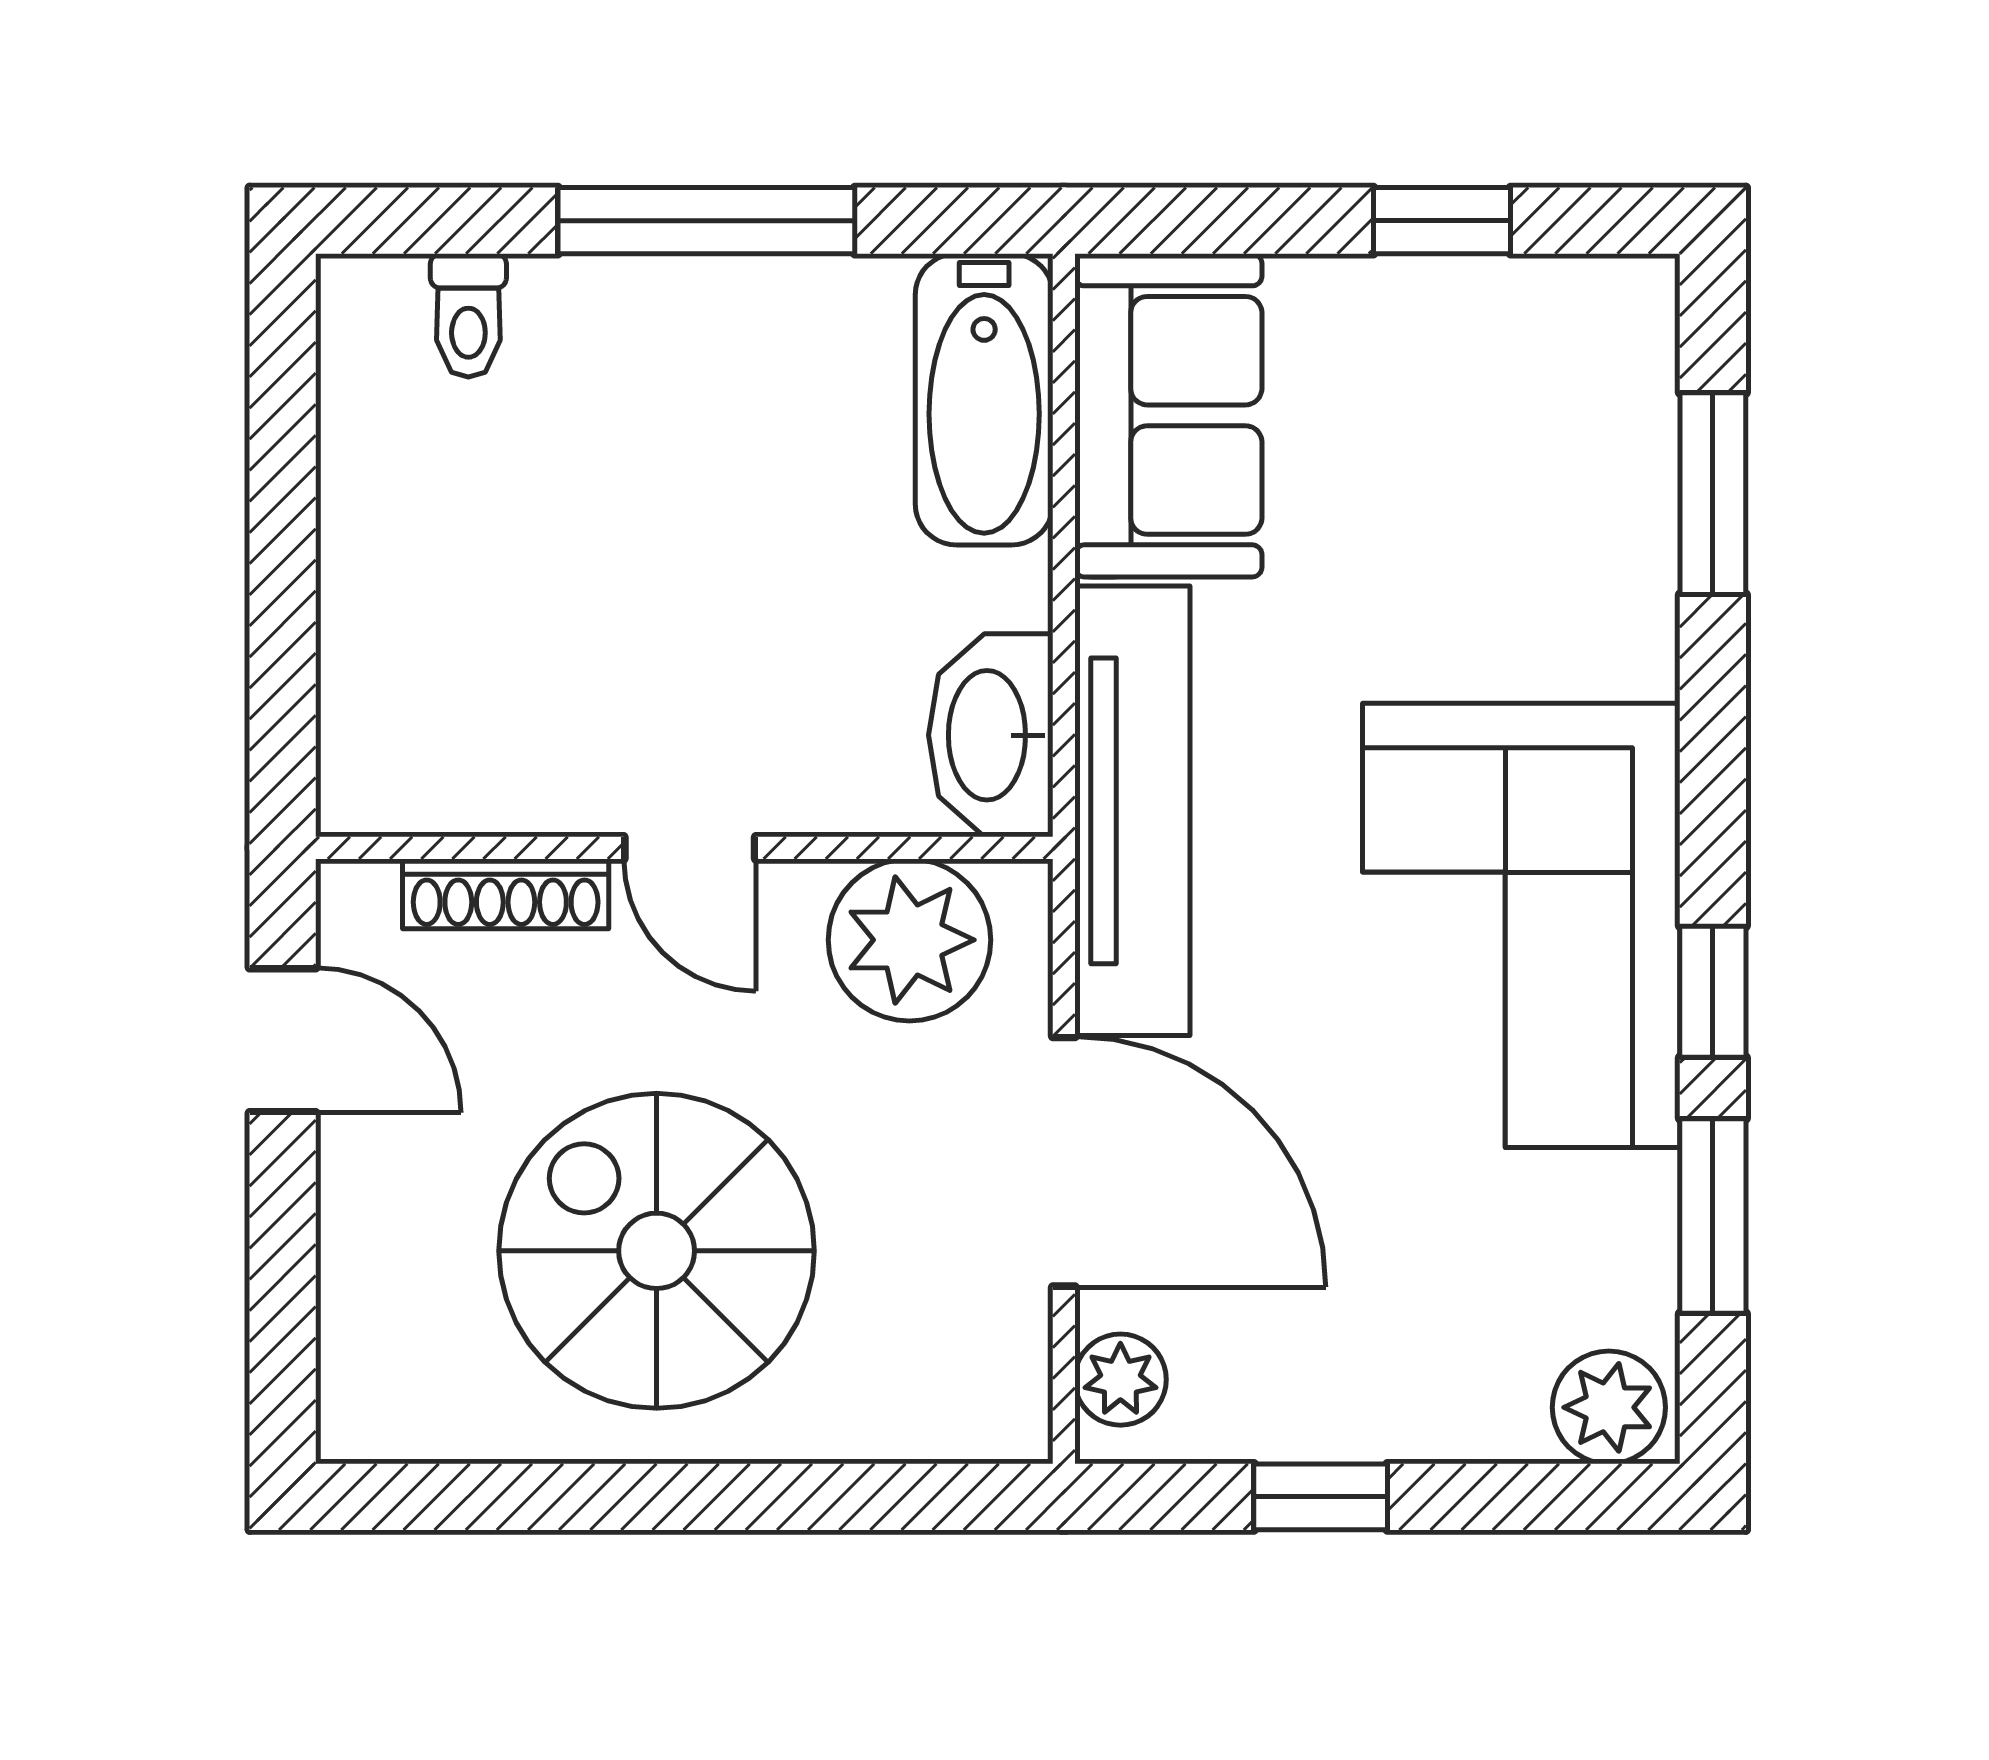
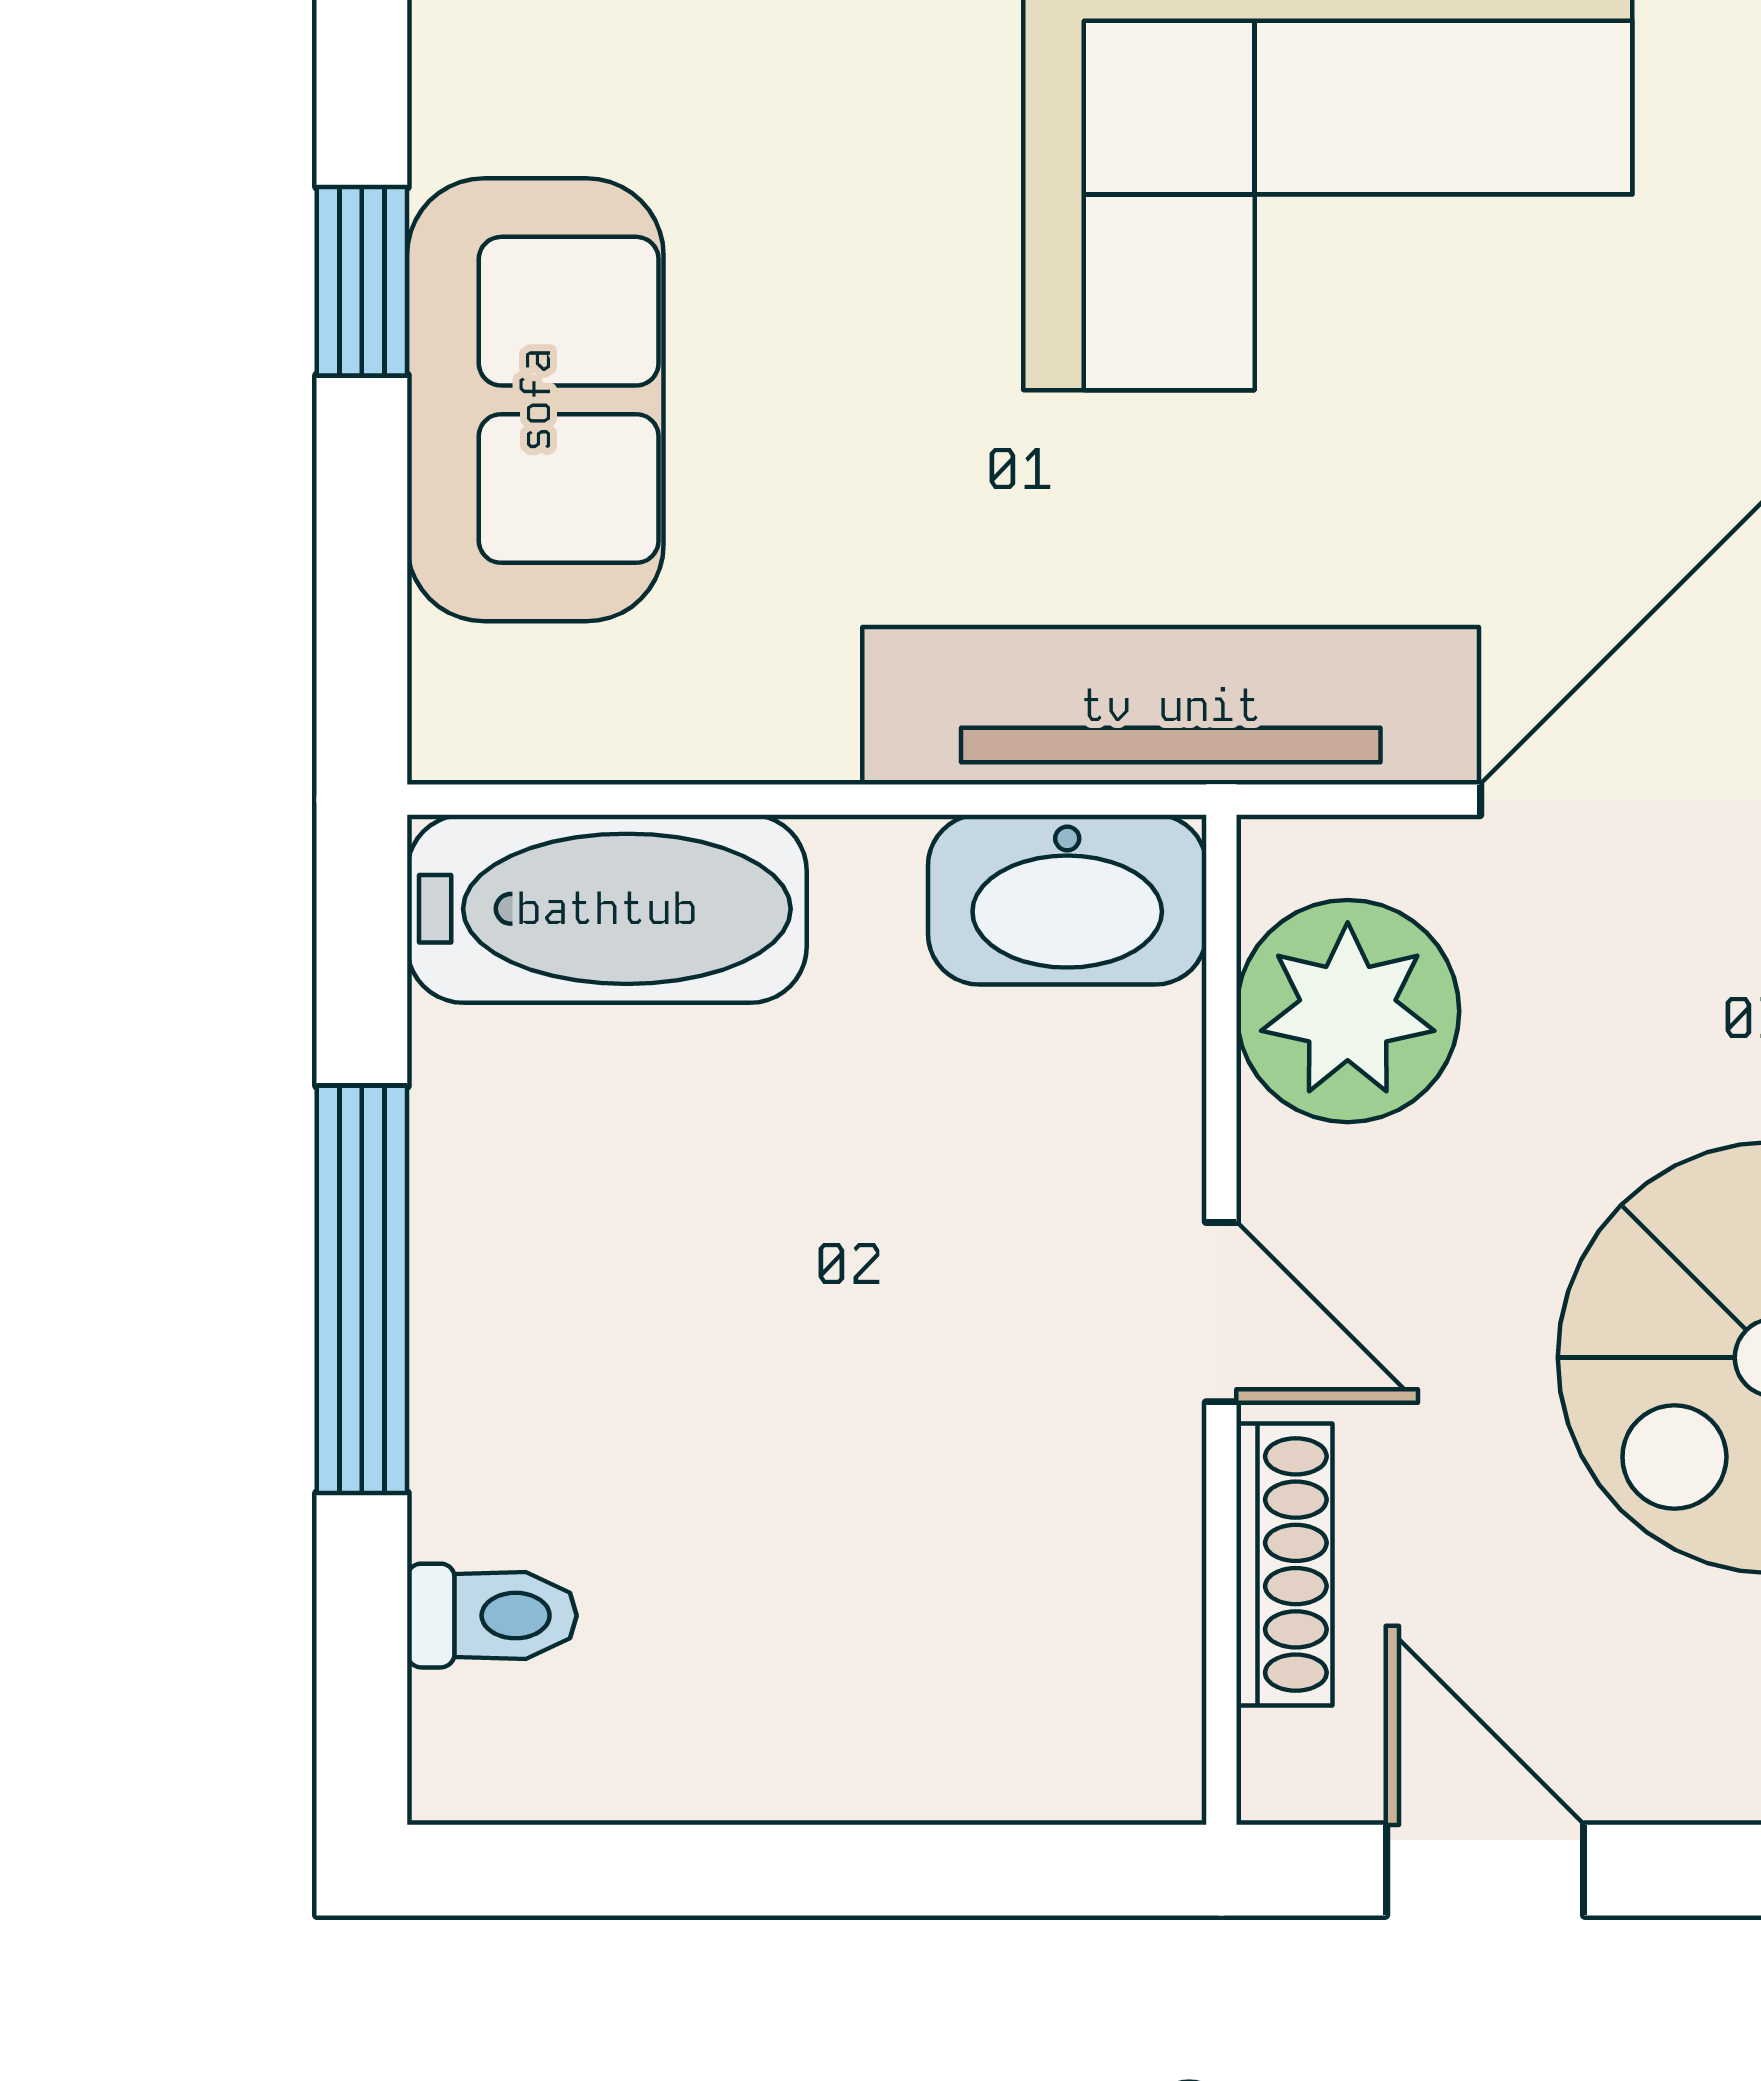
sofa: (1168, 415) -> (535, 400), moved, turned 90
door: (690, 848) -> (1221, 1312), hinge flipped
door: (283, 1040) -> (1485, 1870), hinge flipped

